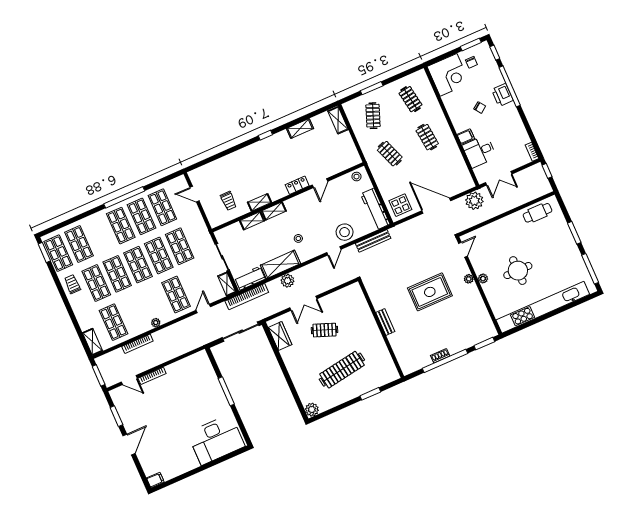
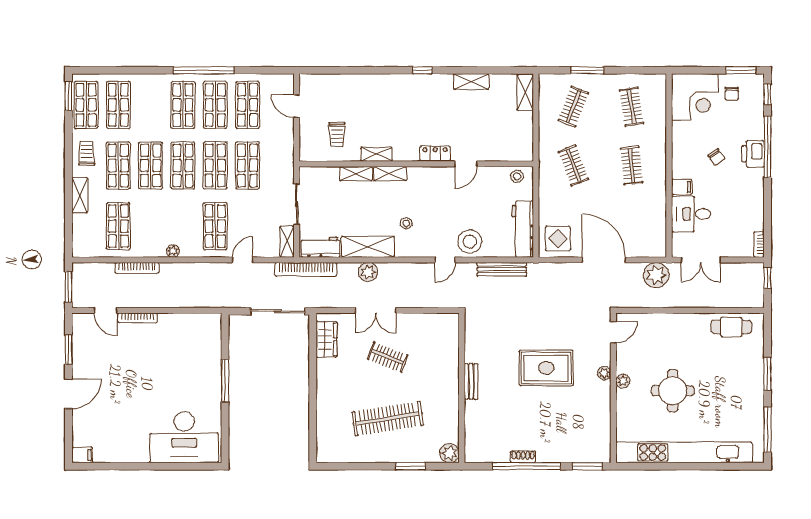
shelving: (92, 342) -> (80, 195), moved
plant: (312, 410) -> (450, 453), moved

